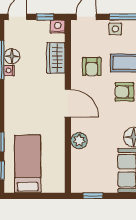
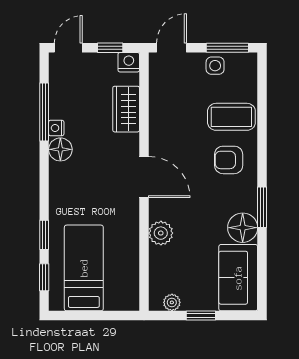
floor lamp: (12, 56) -> (60, 149), moved
armchair: (92, 66) -> (180, 122), removed
plant: (86, 187) -> (172, 302), added
window: (93, 196) -> (201, 315), moved

